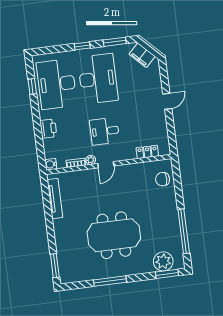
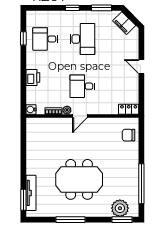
desk: (98, 79) -> (82, 39), width x0.73, depth x0.77
desk: (57, 84) -> (45, 39), width x0.53, depth x0.77
door: (167, 101) -> (141, 67), swing flipped
locker: (147, 152) -> (129, 109), moved
tv unit: (55, 199) -> (31, 193), moved

